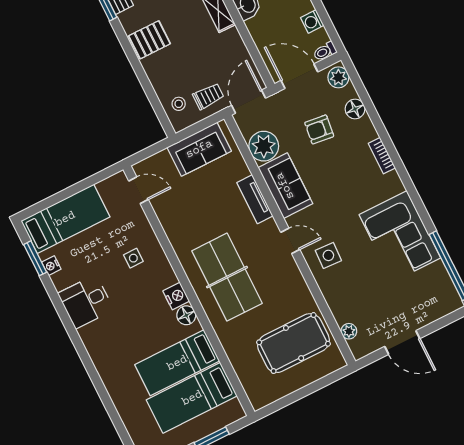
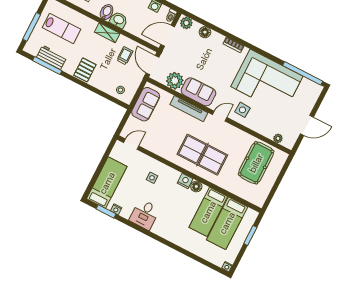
trolley: (208, 96) -> (125, 56), moved
armchair: (319, 129) -> (195, 54), removed
tv unit: (255, 199) -> (189, 109), width x1.41
corner sofa: (400, 236) -> (267, 81), width x1.36, depth x1.36

